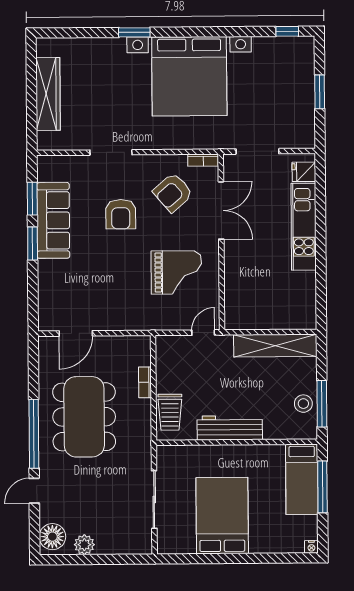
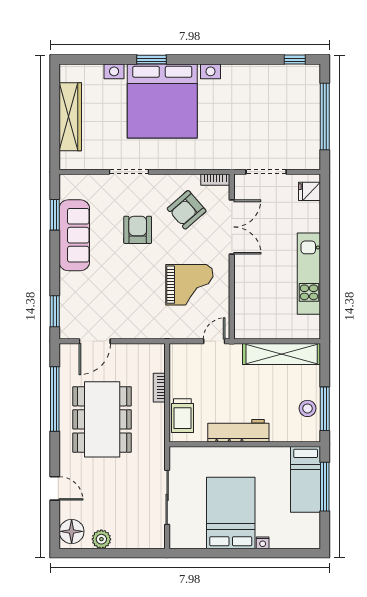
bed with nightstands: (189, 76) -> (162, 101), moved
window: (320, 92) -> (325, 116), width x2.11
armchair: (121, 214) -> (138, 230), turned 180
kitchen unit: (304, 227) -> (309, 274), moved
window: (33, 243) -> (55, 311), moved
window: (34, 434) -> (55, 399), moved
door: (34, 491) -> (55, 488), swing flipped
nightstand: (311, 547) -> (263, 543), moved

